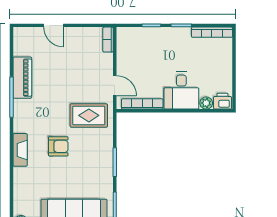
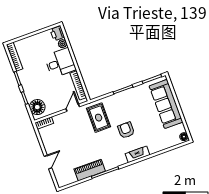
floor lamp: (133, 38) -> (37, 107), added

